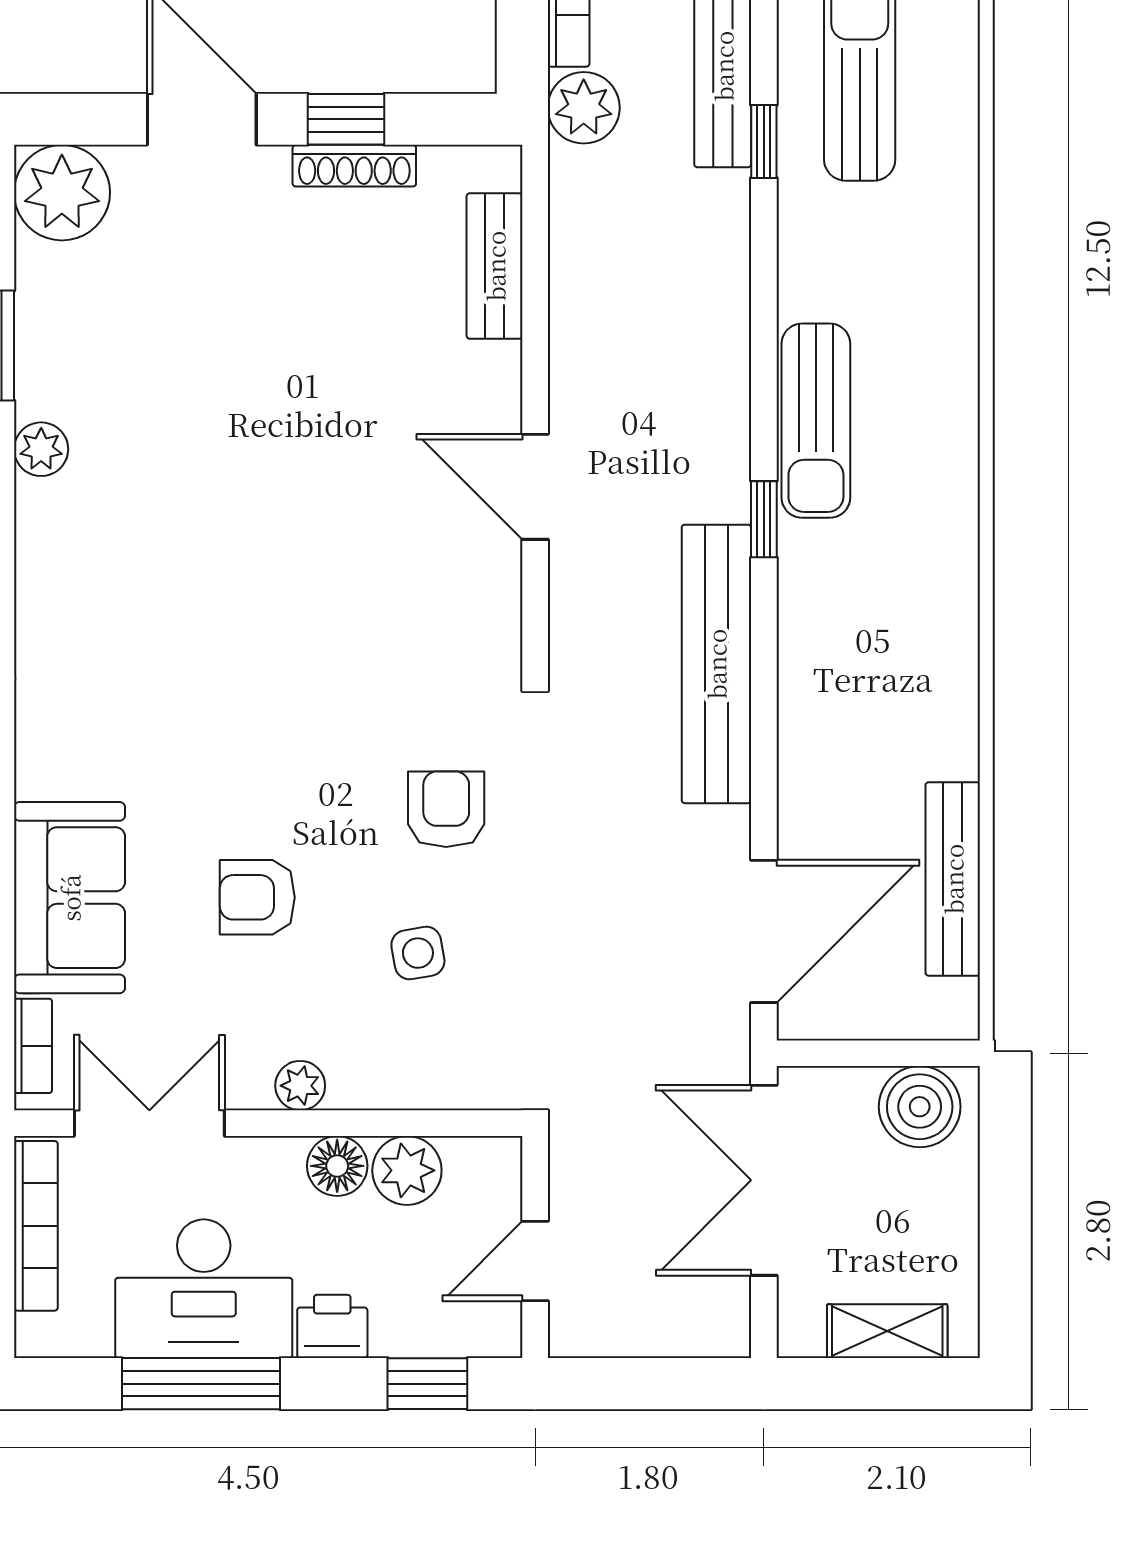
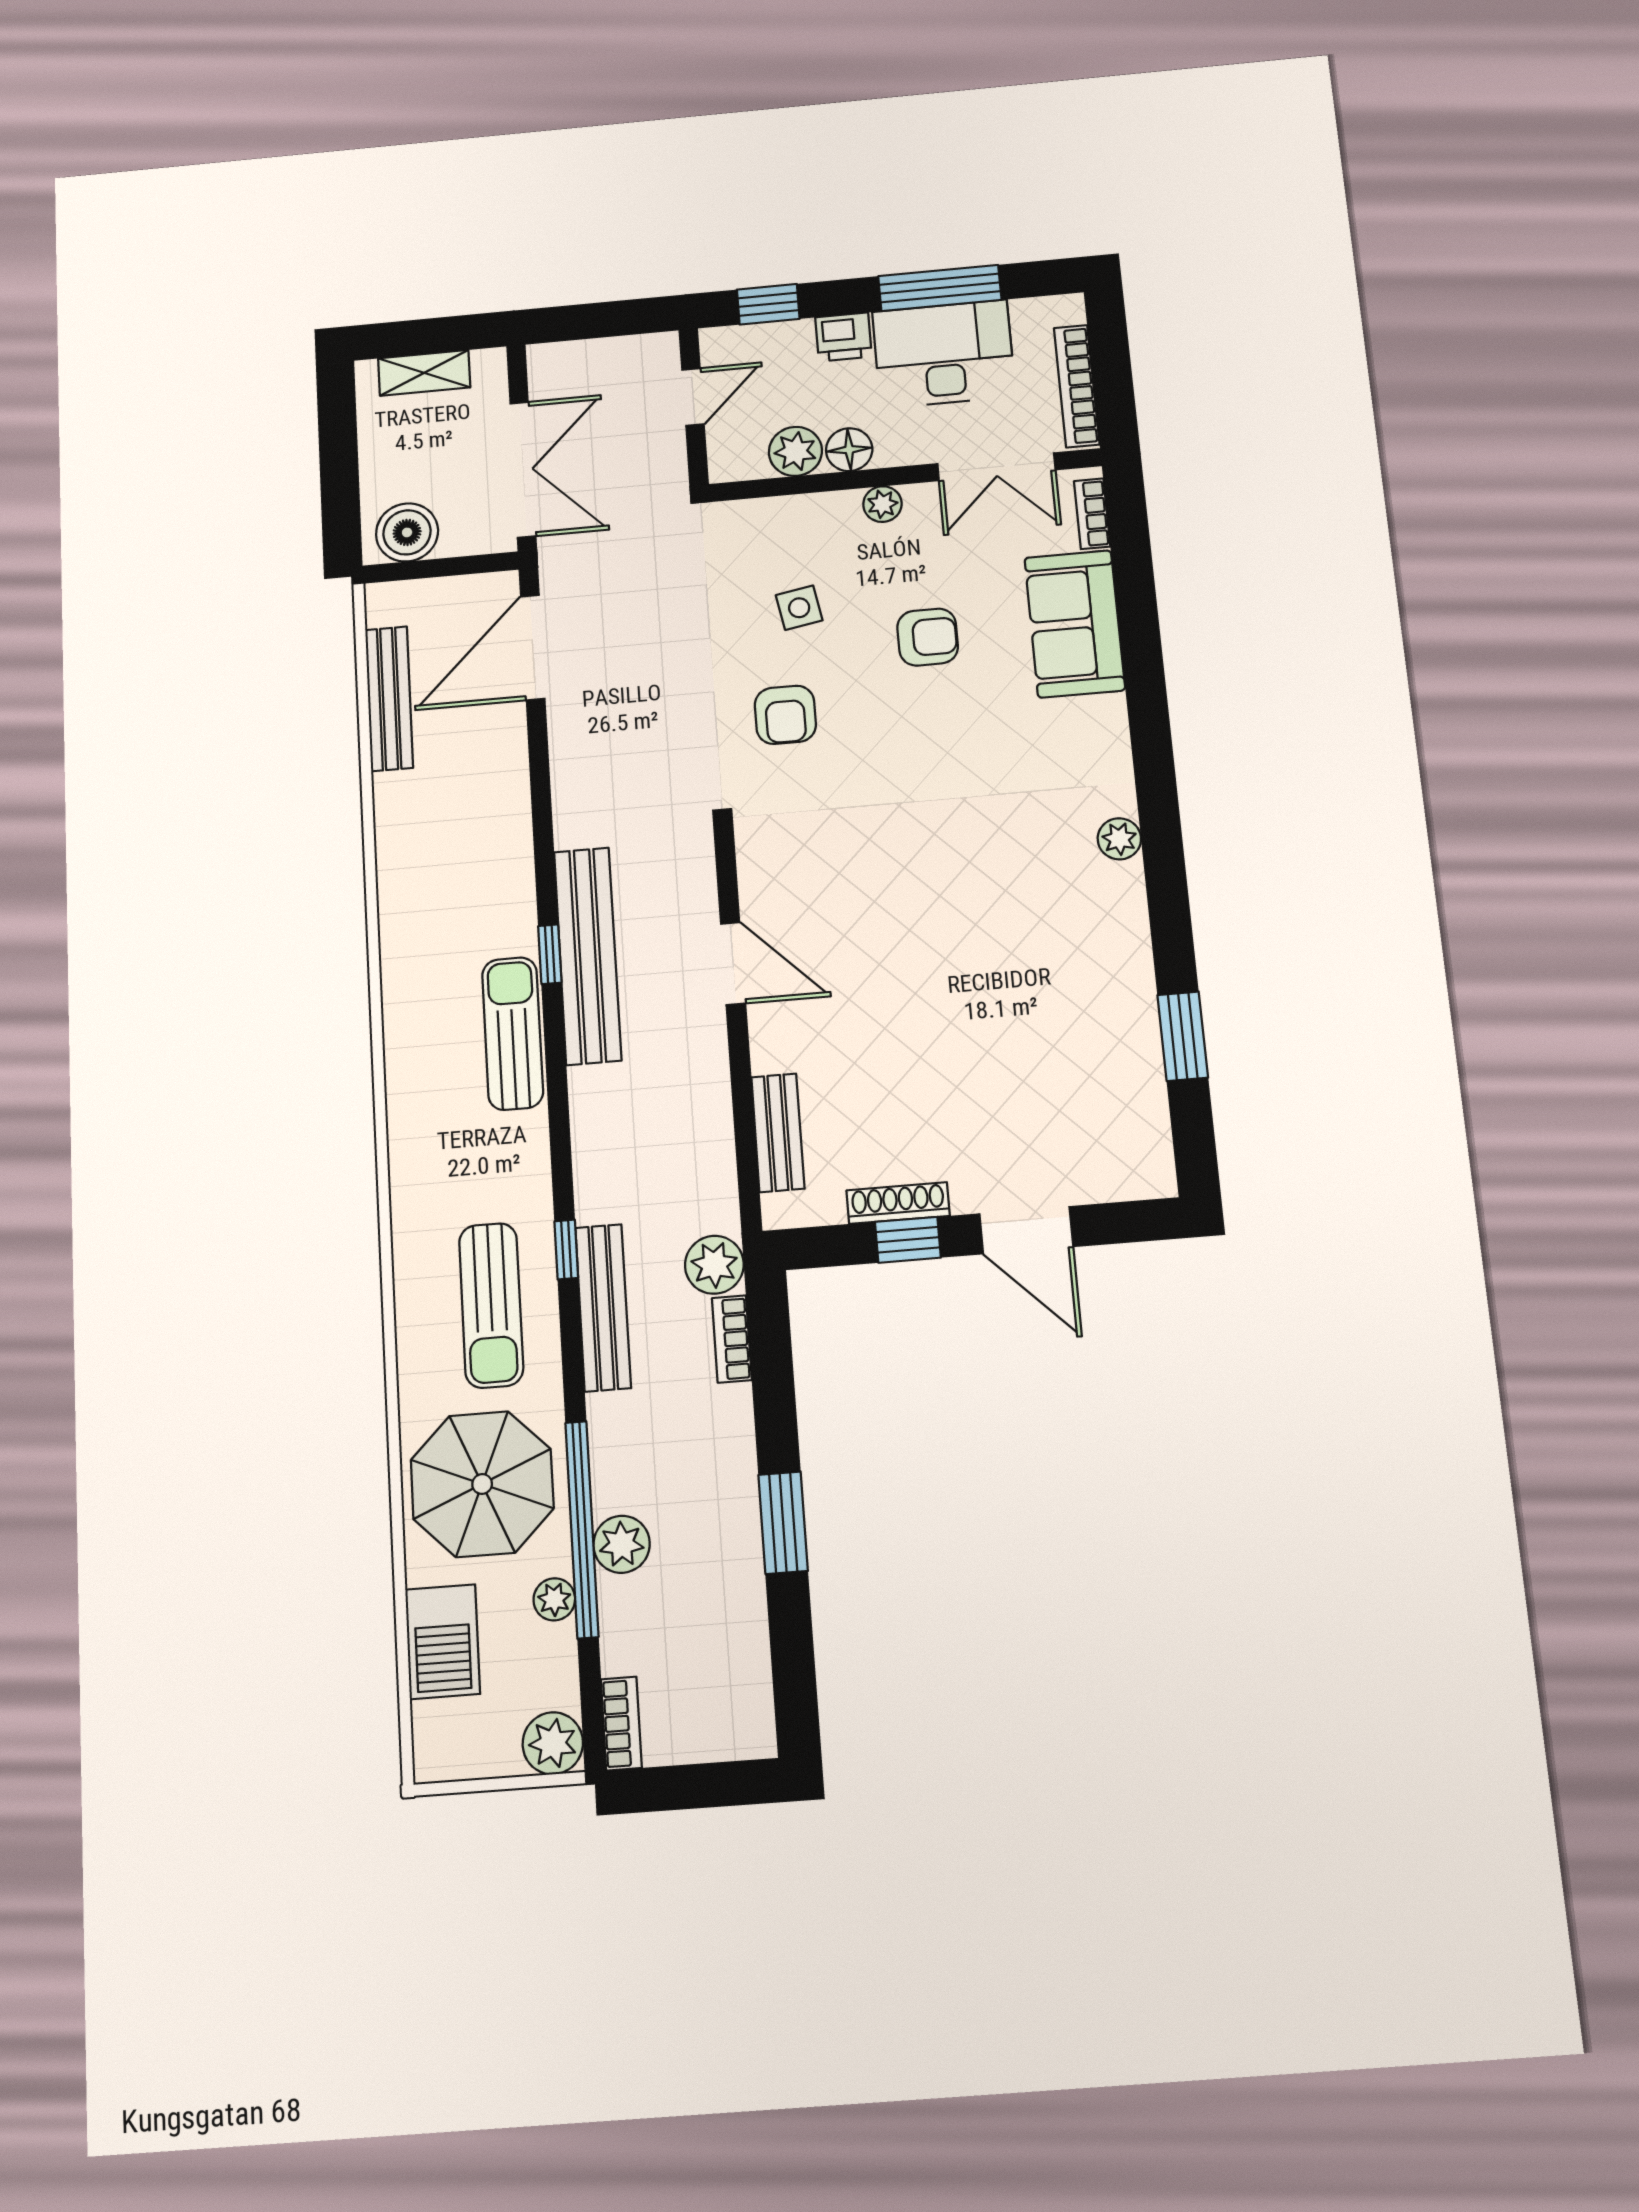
plant: (62, 193) -> (1135, 1162), removed
plant: (41, 449) -> (1119, 839), moved
bench: (716, 664) -> (588, 956), moved

